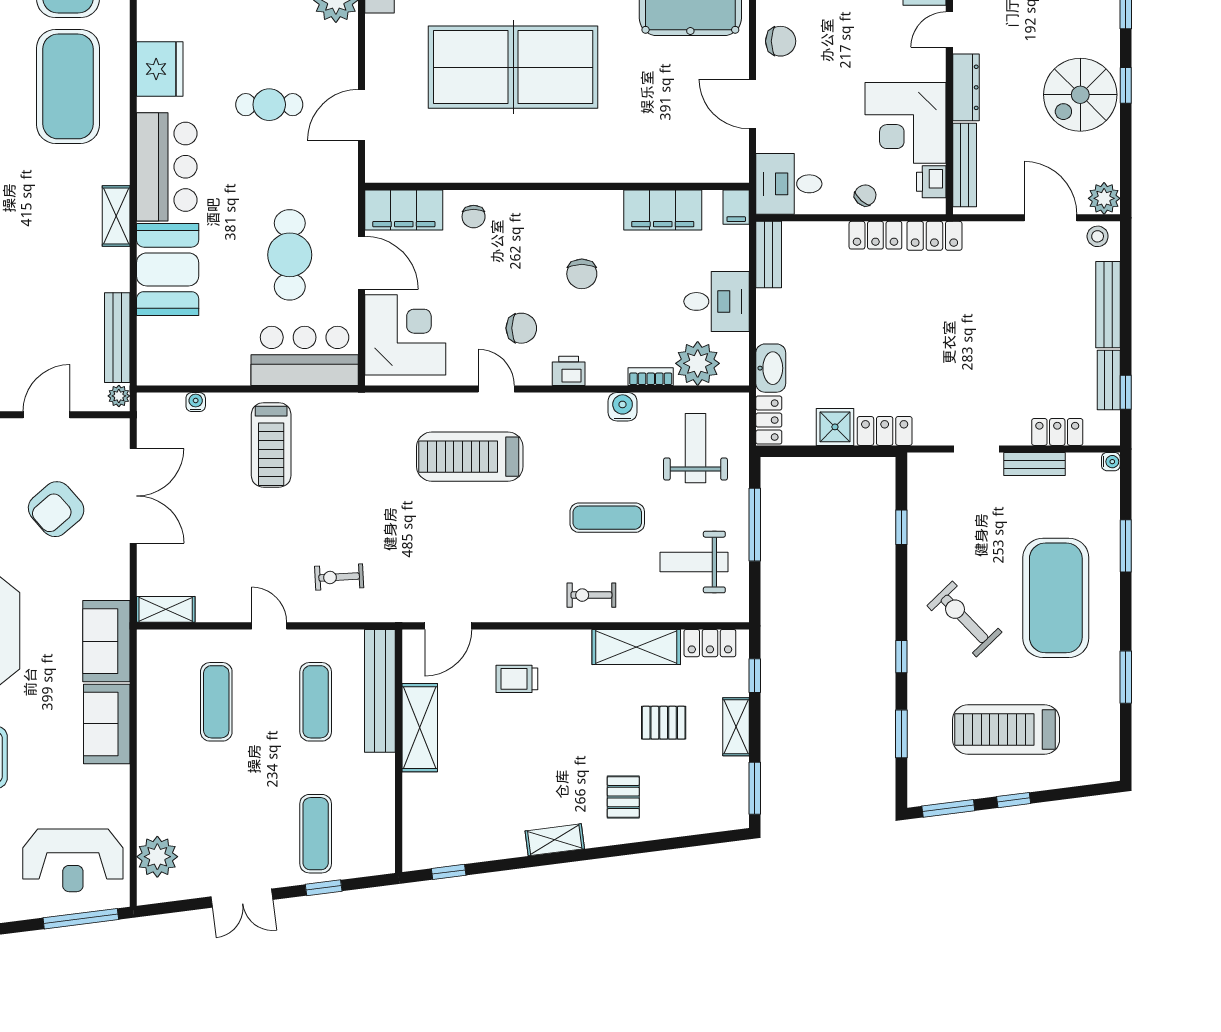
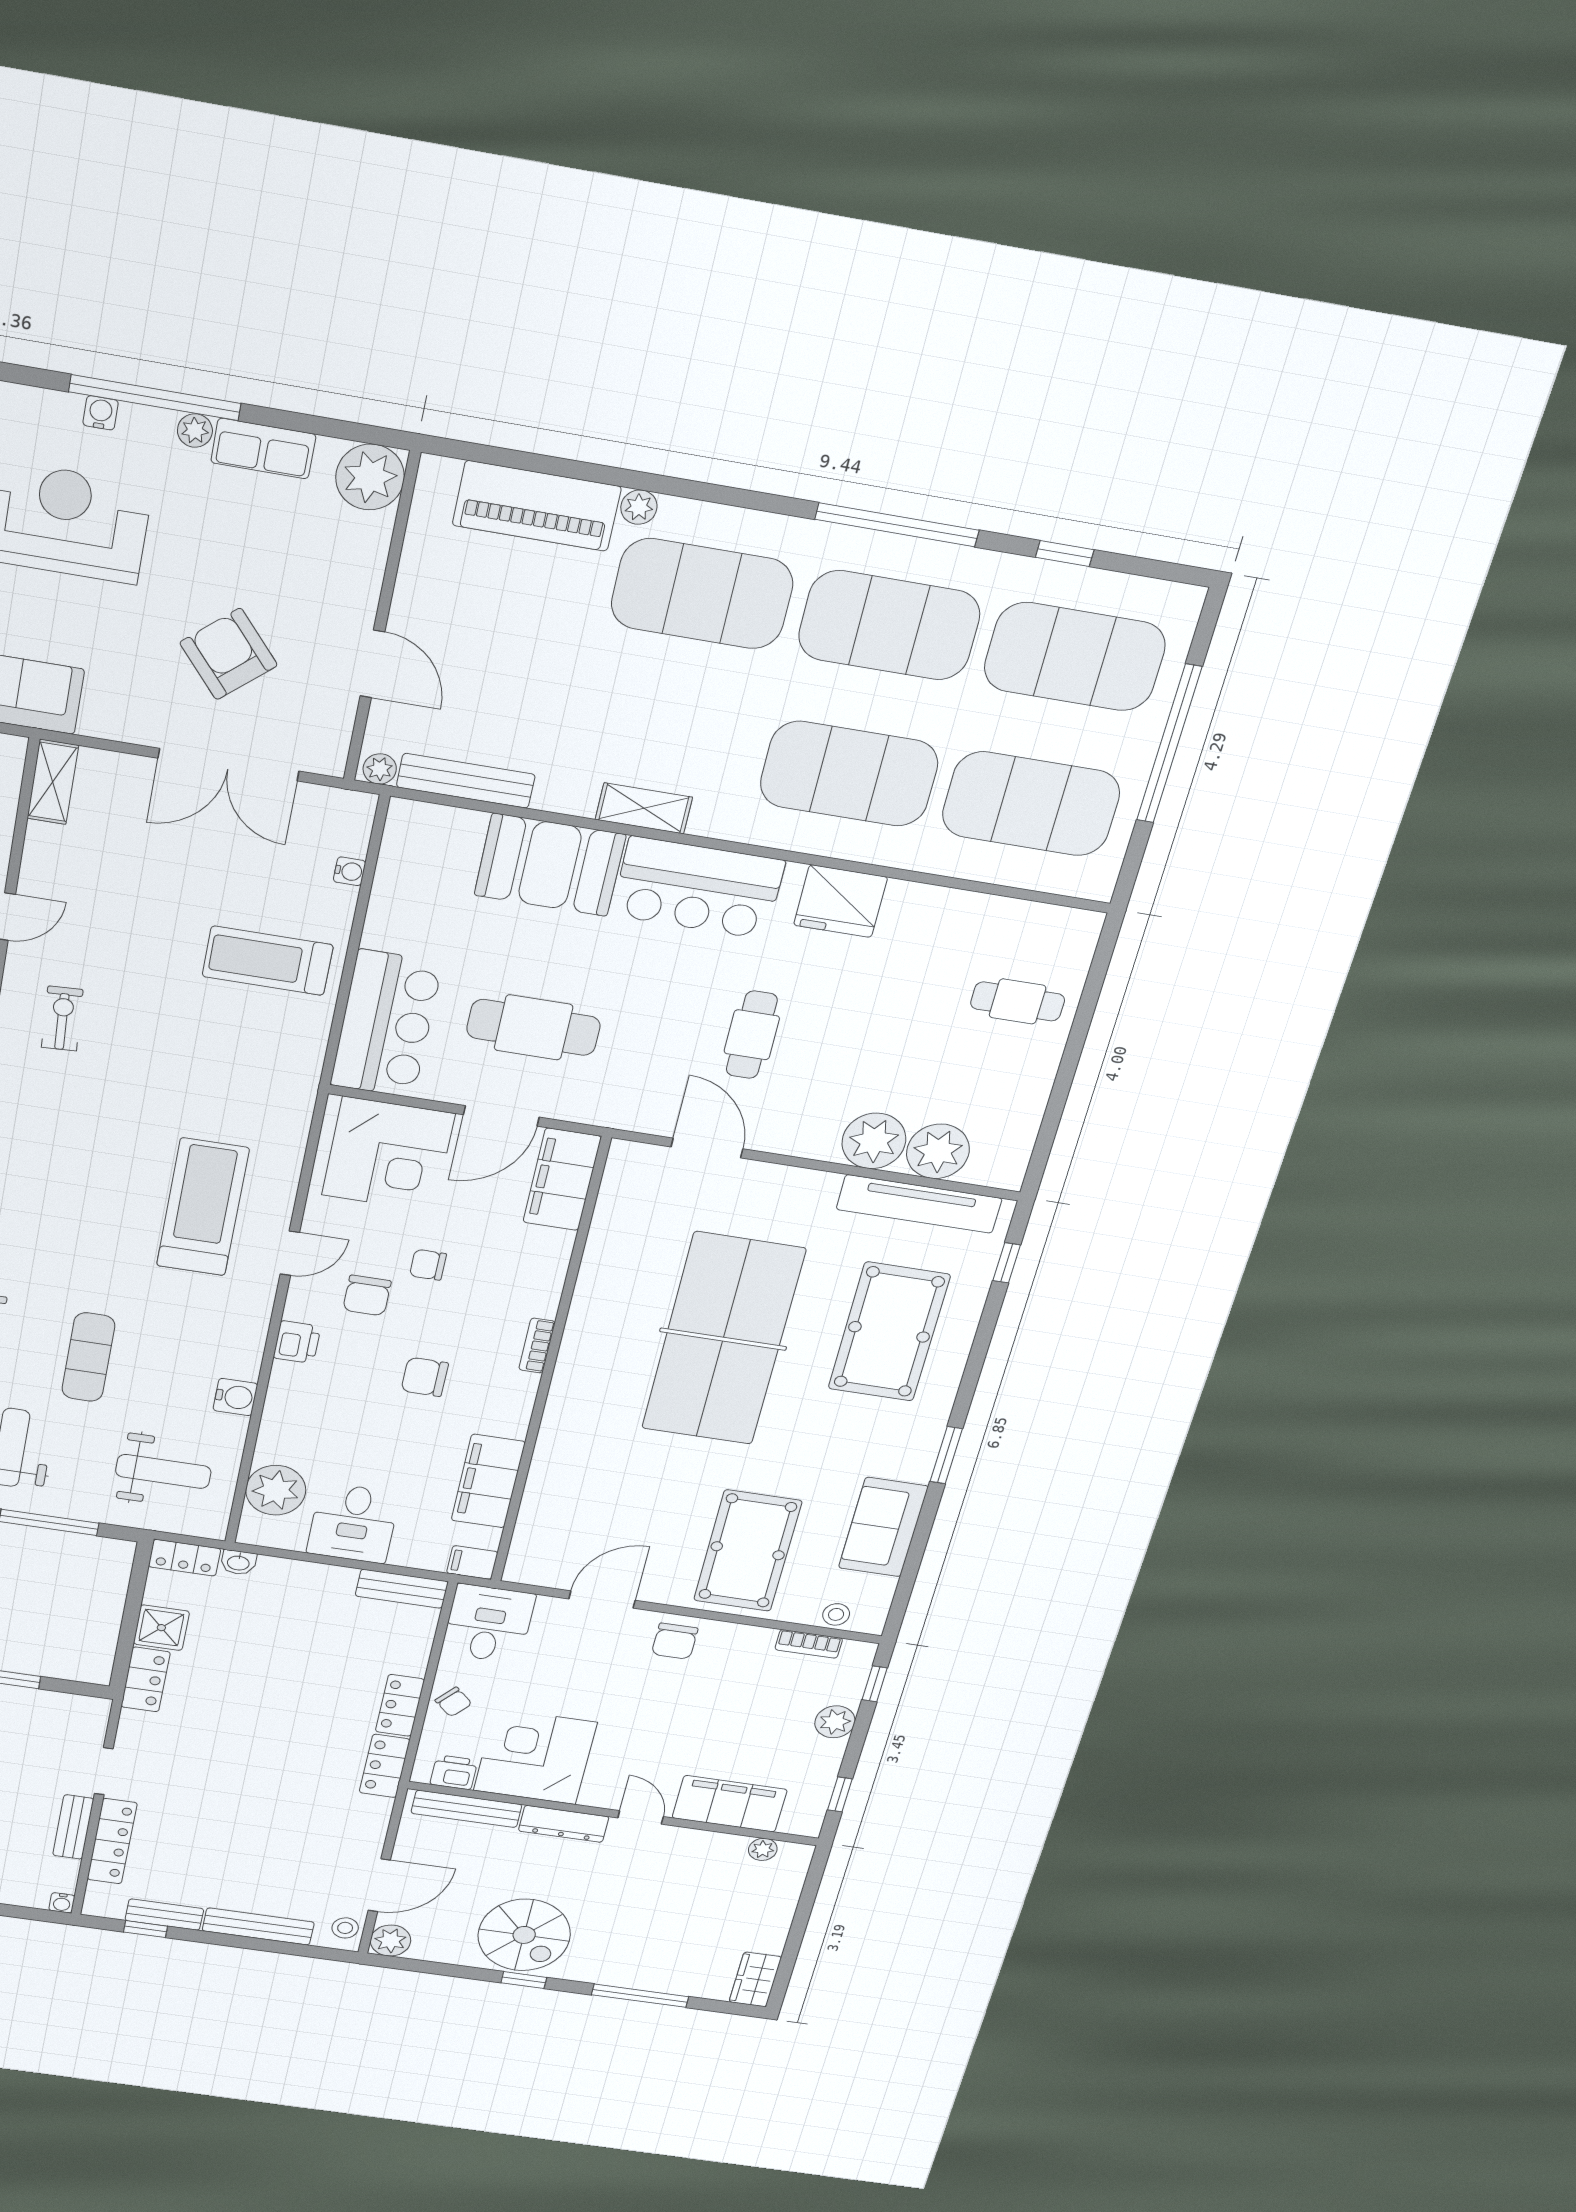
spiral stairs: (1080, 95) -> (524, 1935), turned 180
chair: (474, 217) -> (428, 1265), moved
washbasin: (771, 368) -> (238, 1562), width x0.52, depth x0.69
bookcase: (651, 377) -> (537, 1346), moved, turned 180
locker: (1057, 432) -> (112, 1841), width x1.53

